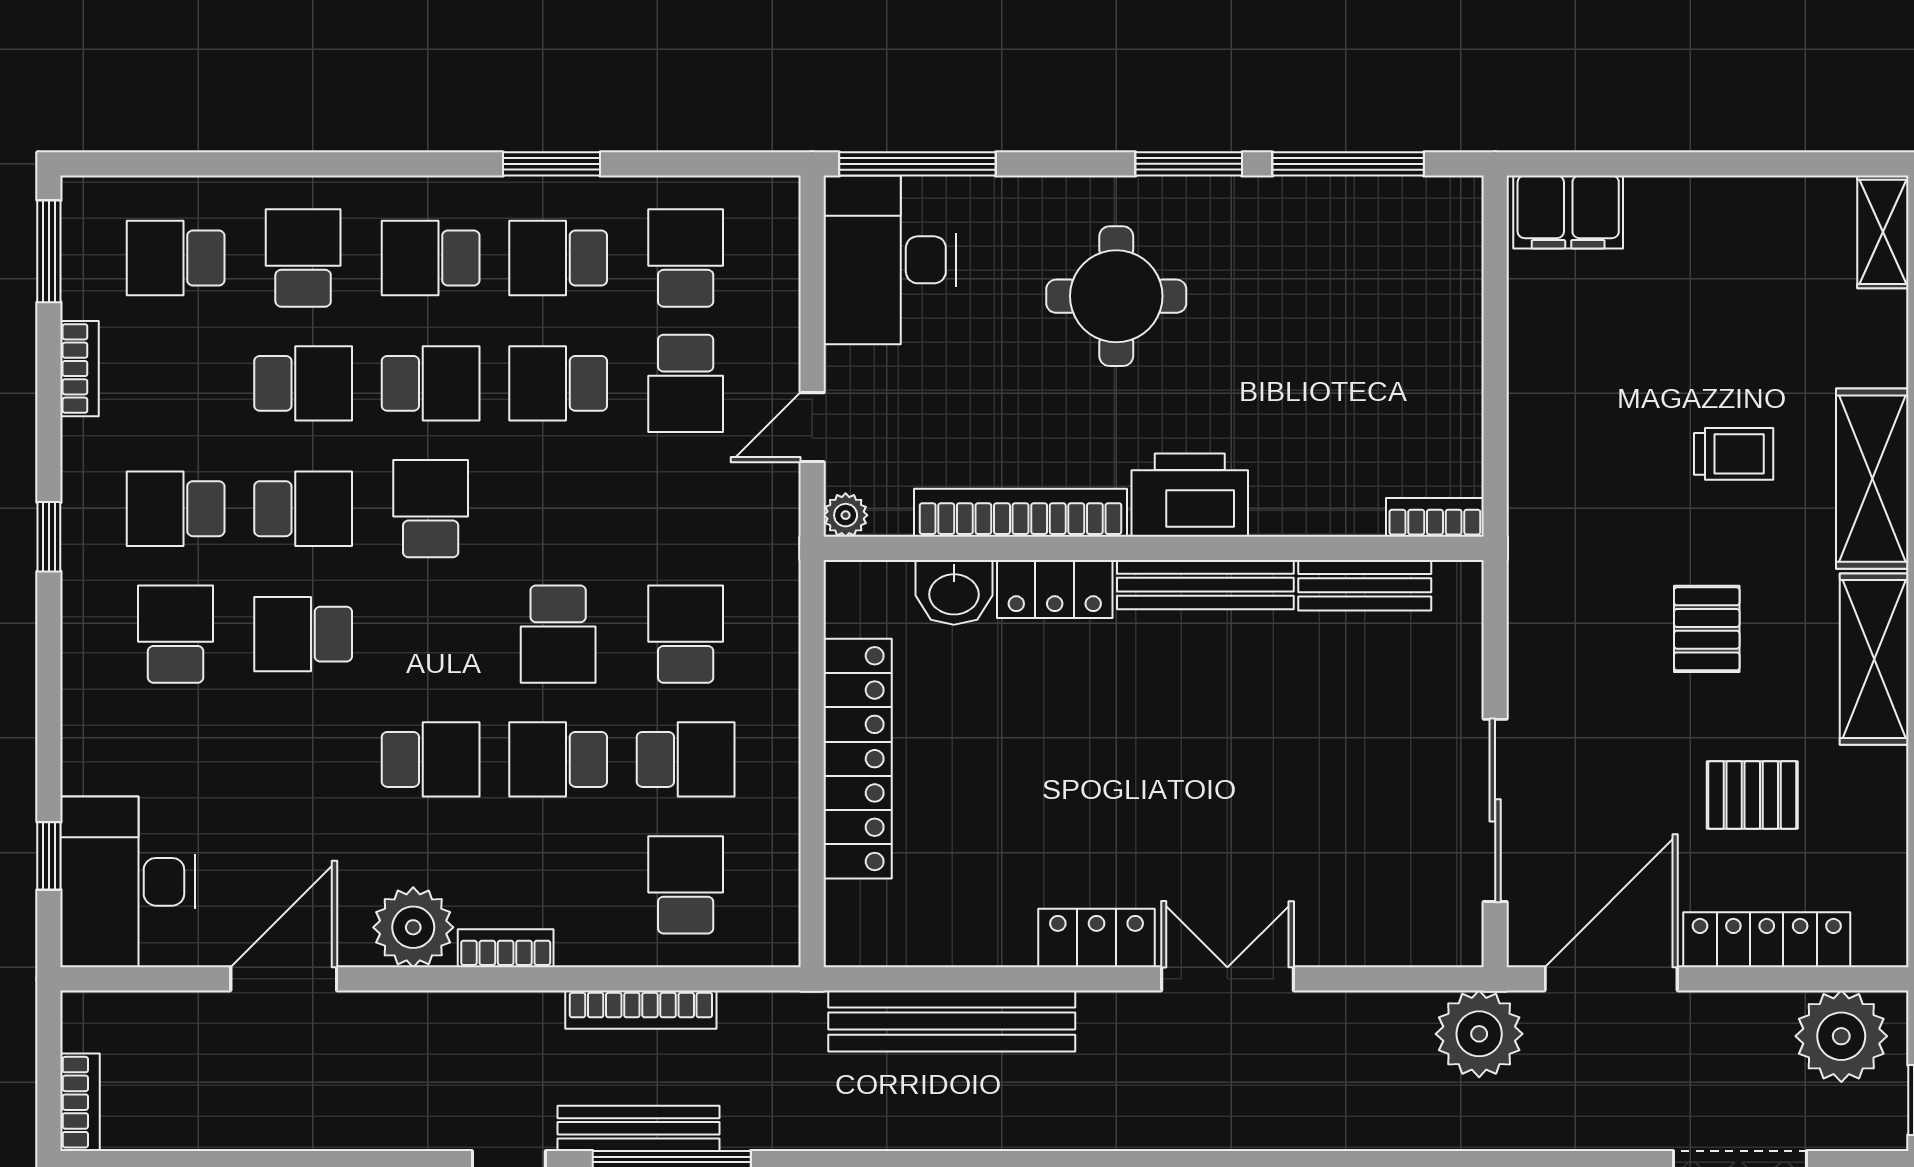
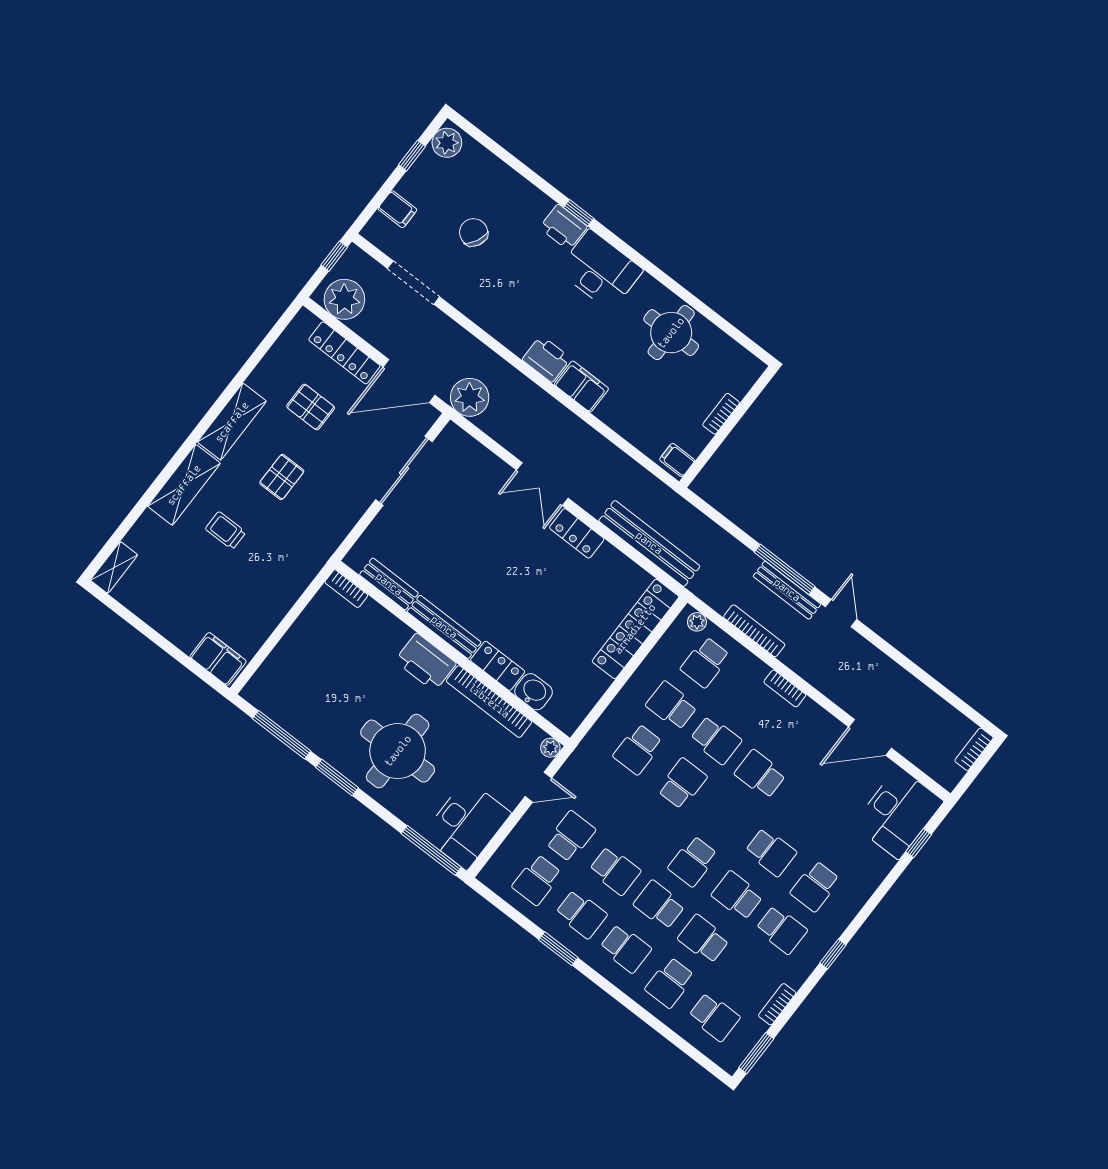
round table: (1116, 296) -> (398, 751), width x1.36, depth x1.36
locker: (858, 759) -> (635, 629), moved
plant: (413, 927) -> (697, 622), moved, width x0.53, depth x0.53

